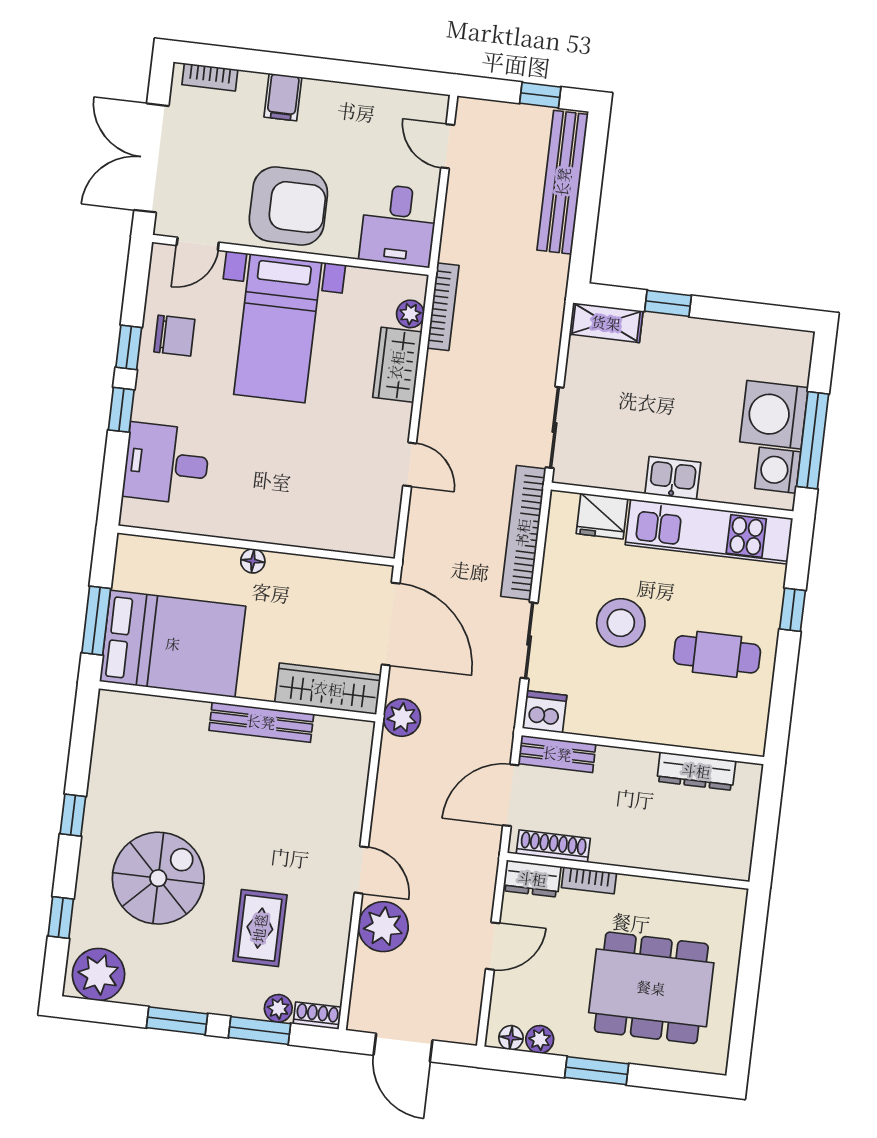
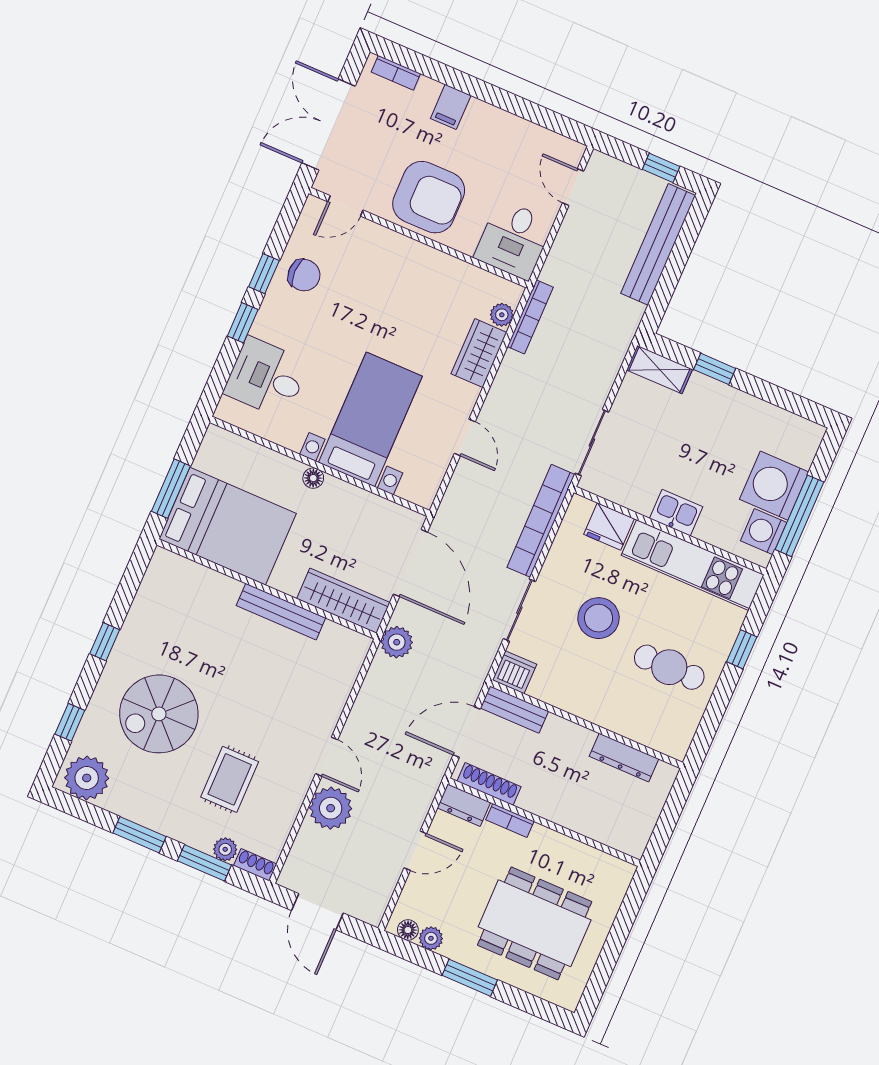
bed with nightstands: (278, 328) -> (370, 419), moved, turned 180
spiral stairs: (158, 878) -> (159, 714), turned 180

